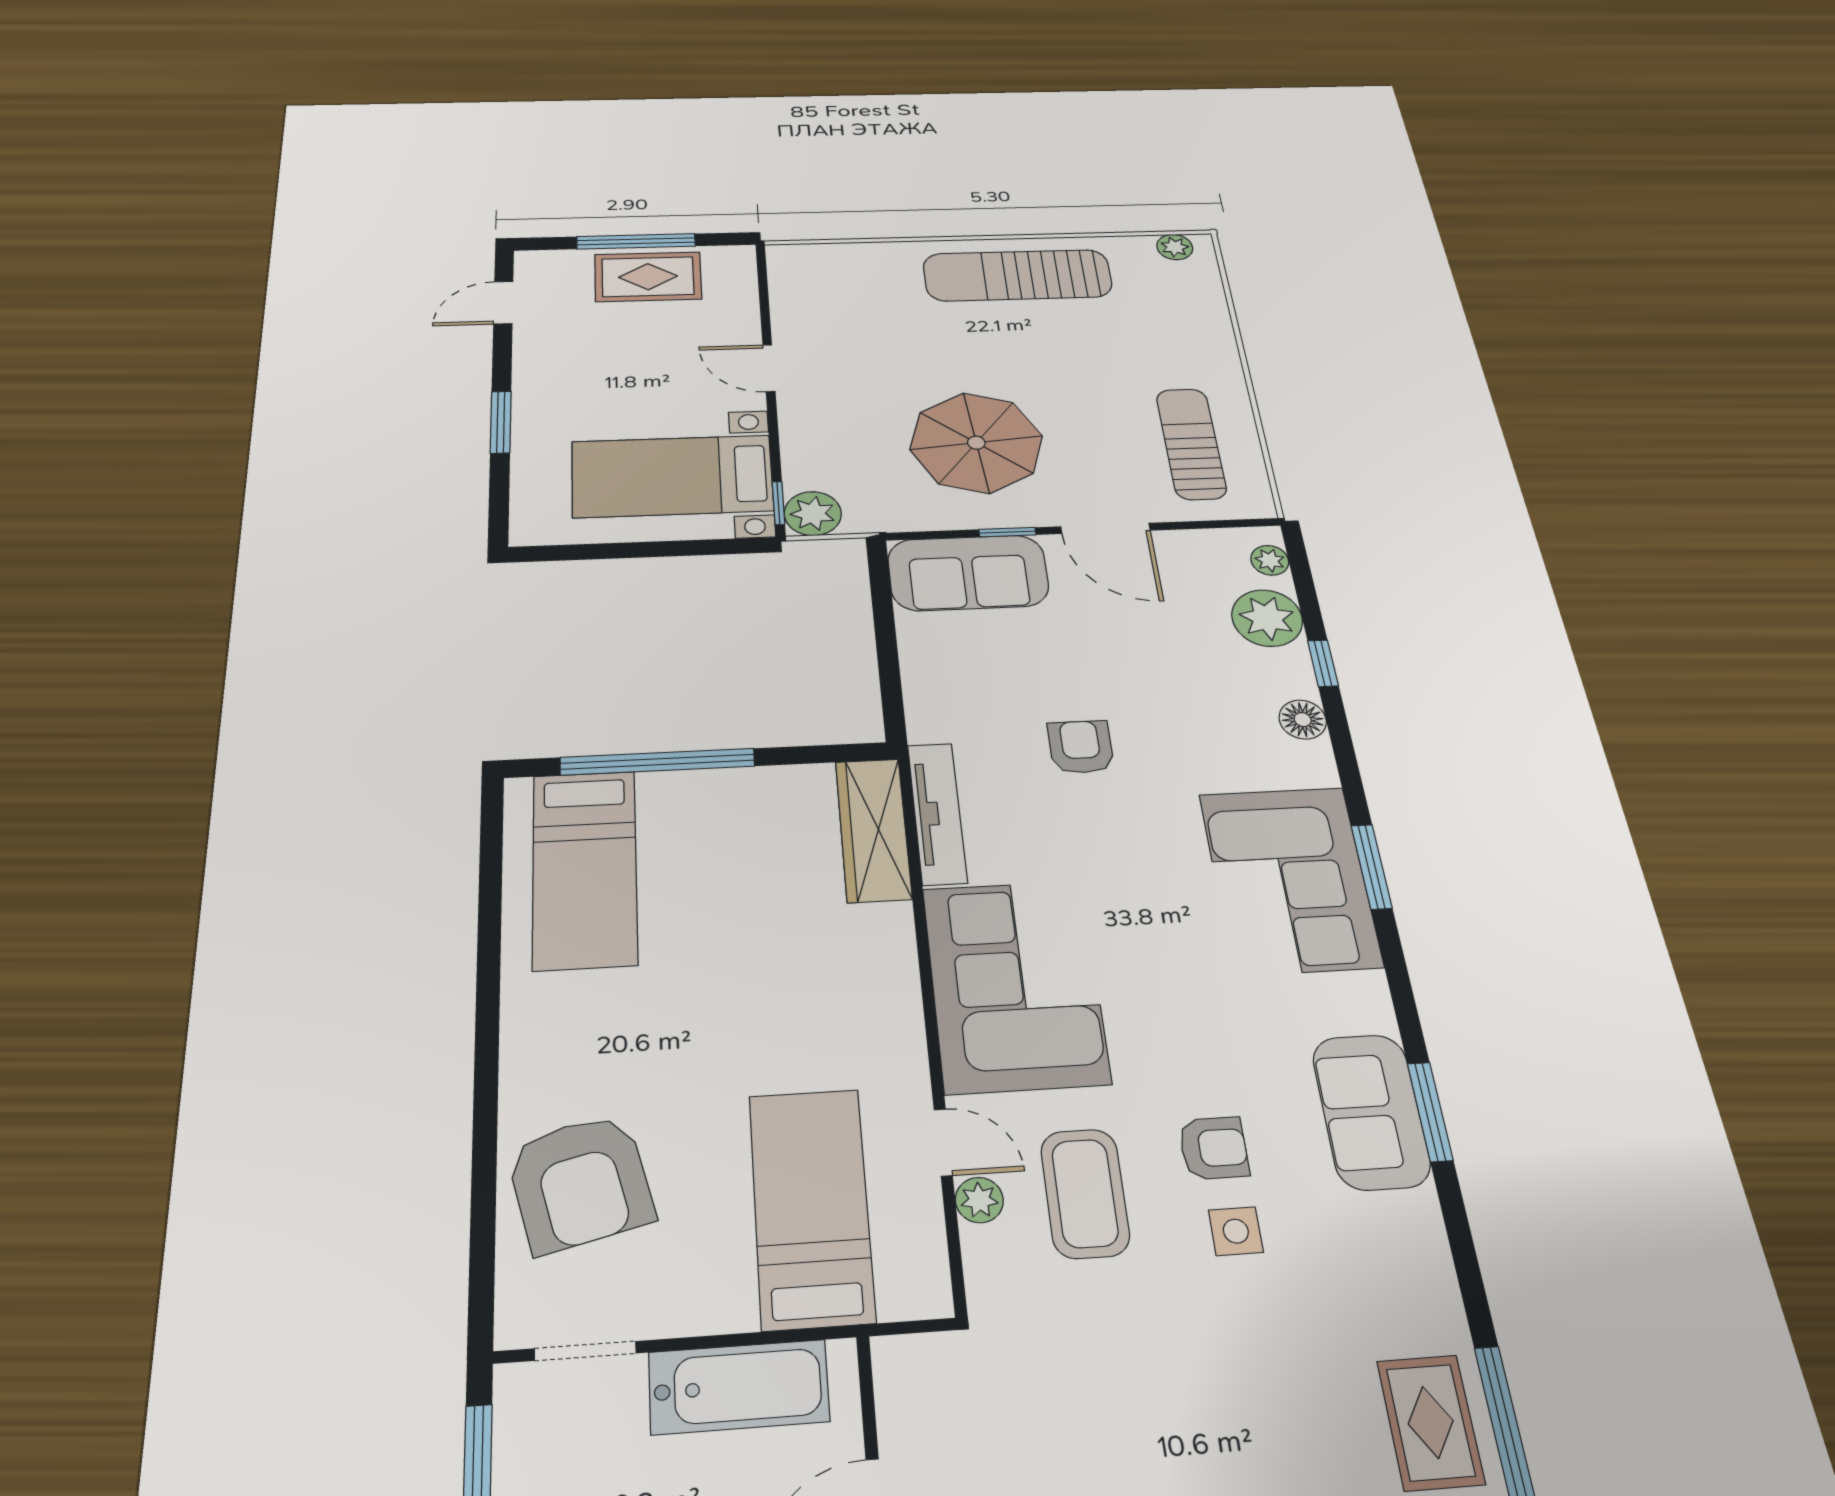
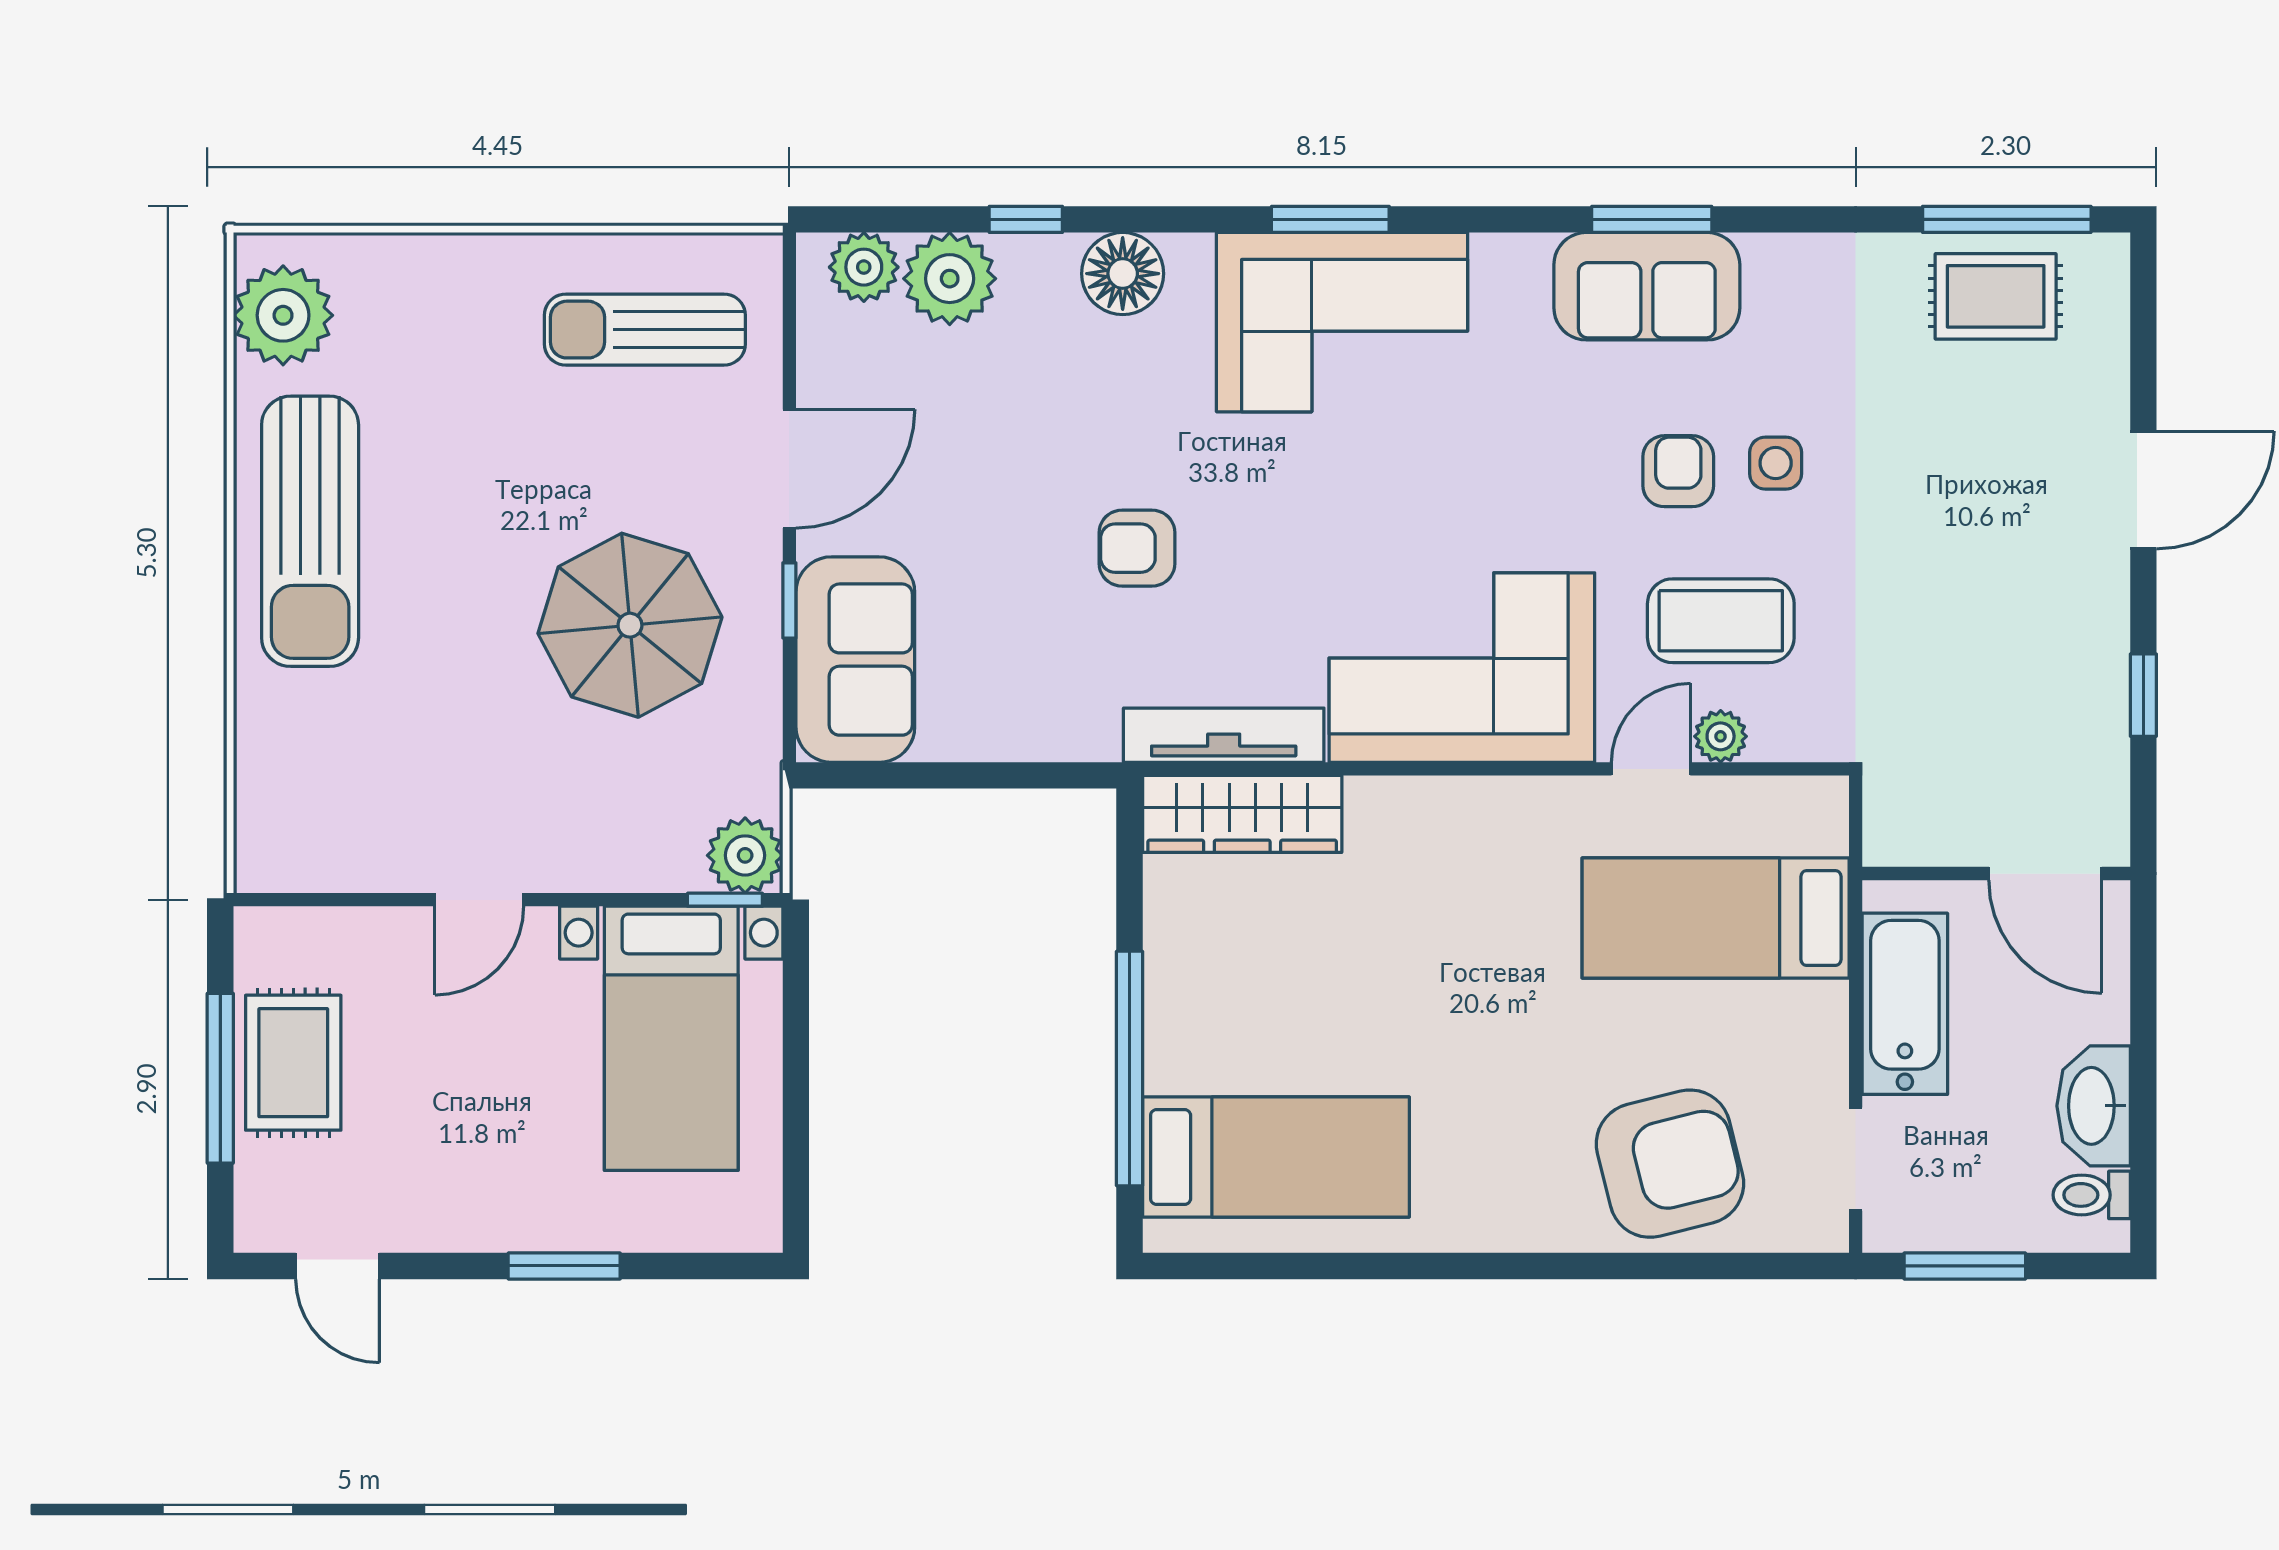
plant: (1175, 247) -> (283, 315), width x1.88, depth x1.88
plant: (1270, 560) -> (864, 267), width x1.38, depth x1.38
floor lamp: (1303, 720) -> (1123, 274), width x1.38, depth x1.38

